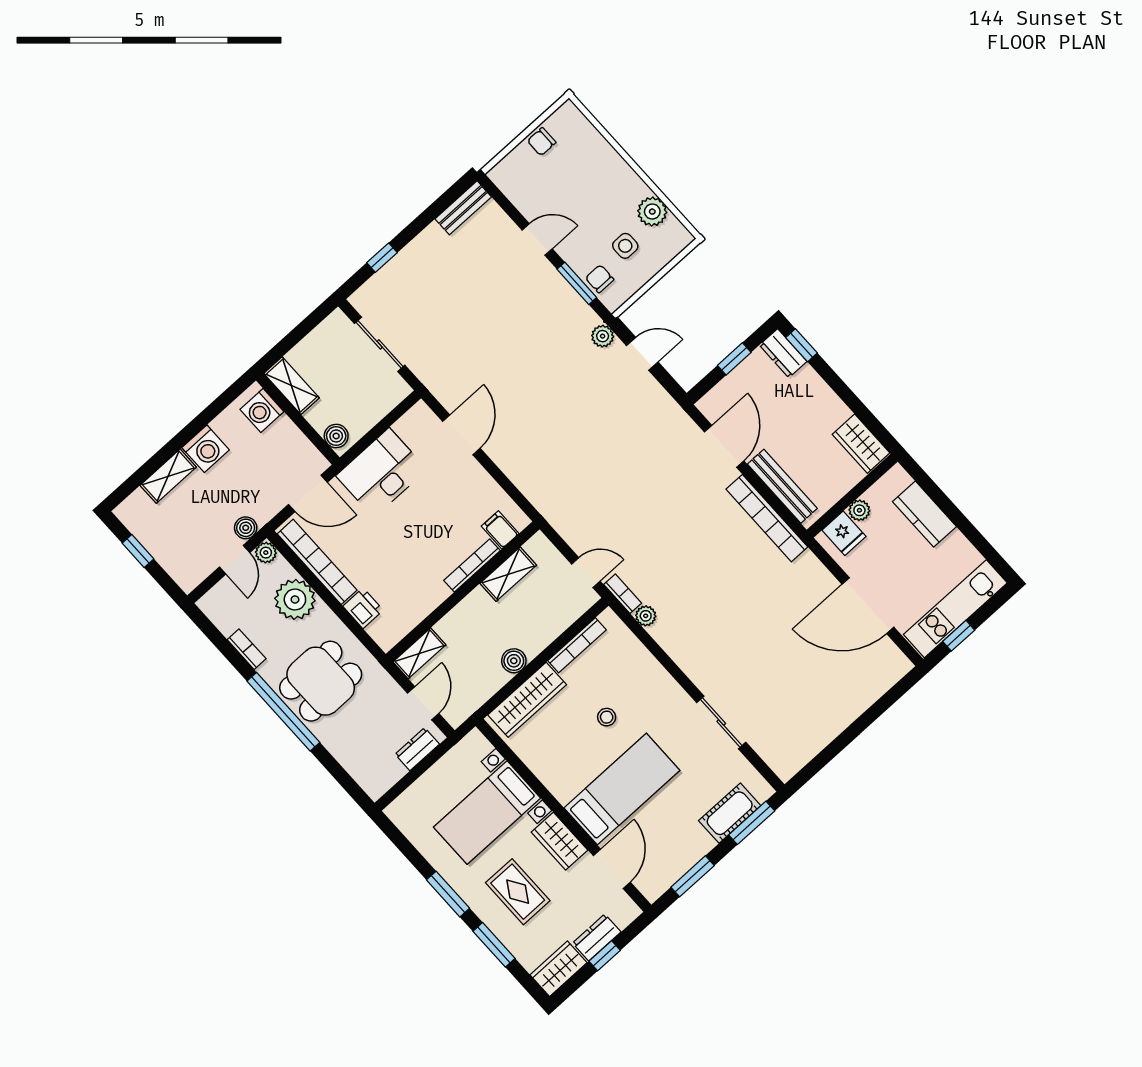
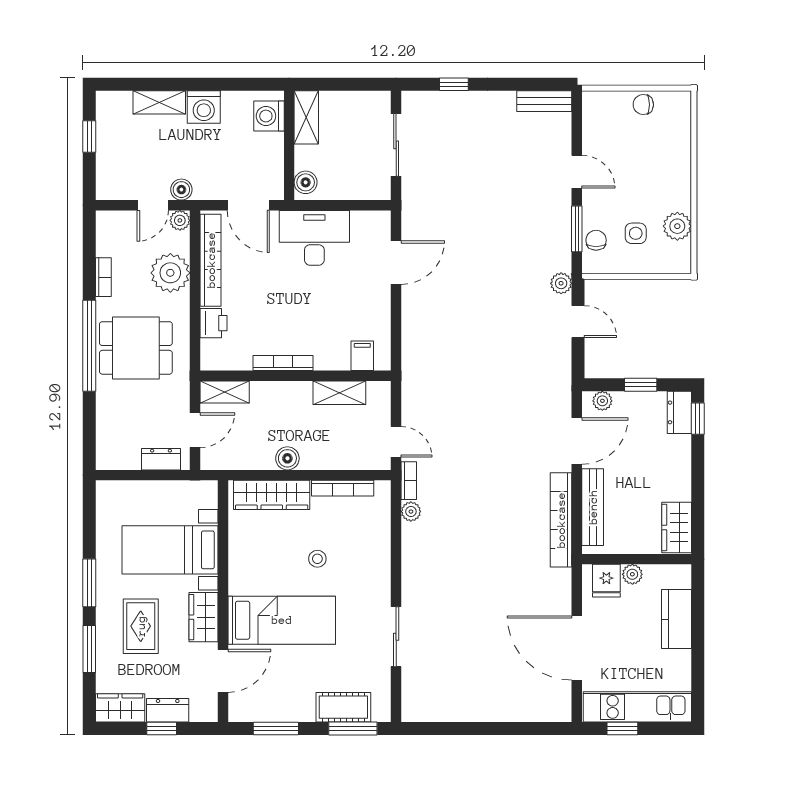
plant: (716, 398) -> (602, 401), added
bookcase: (472, 565) -> (283, 363), moved

